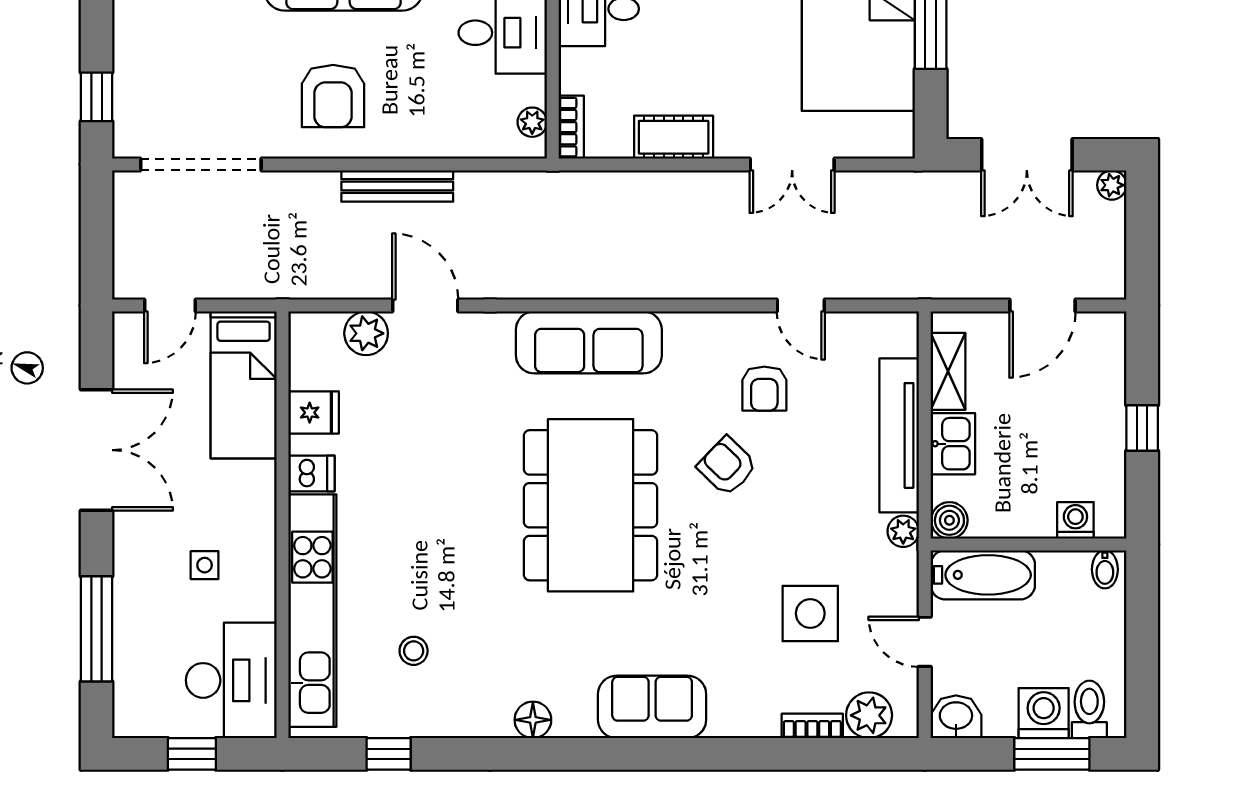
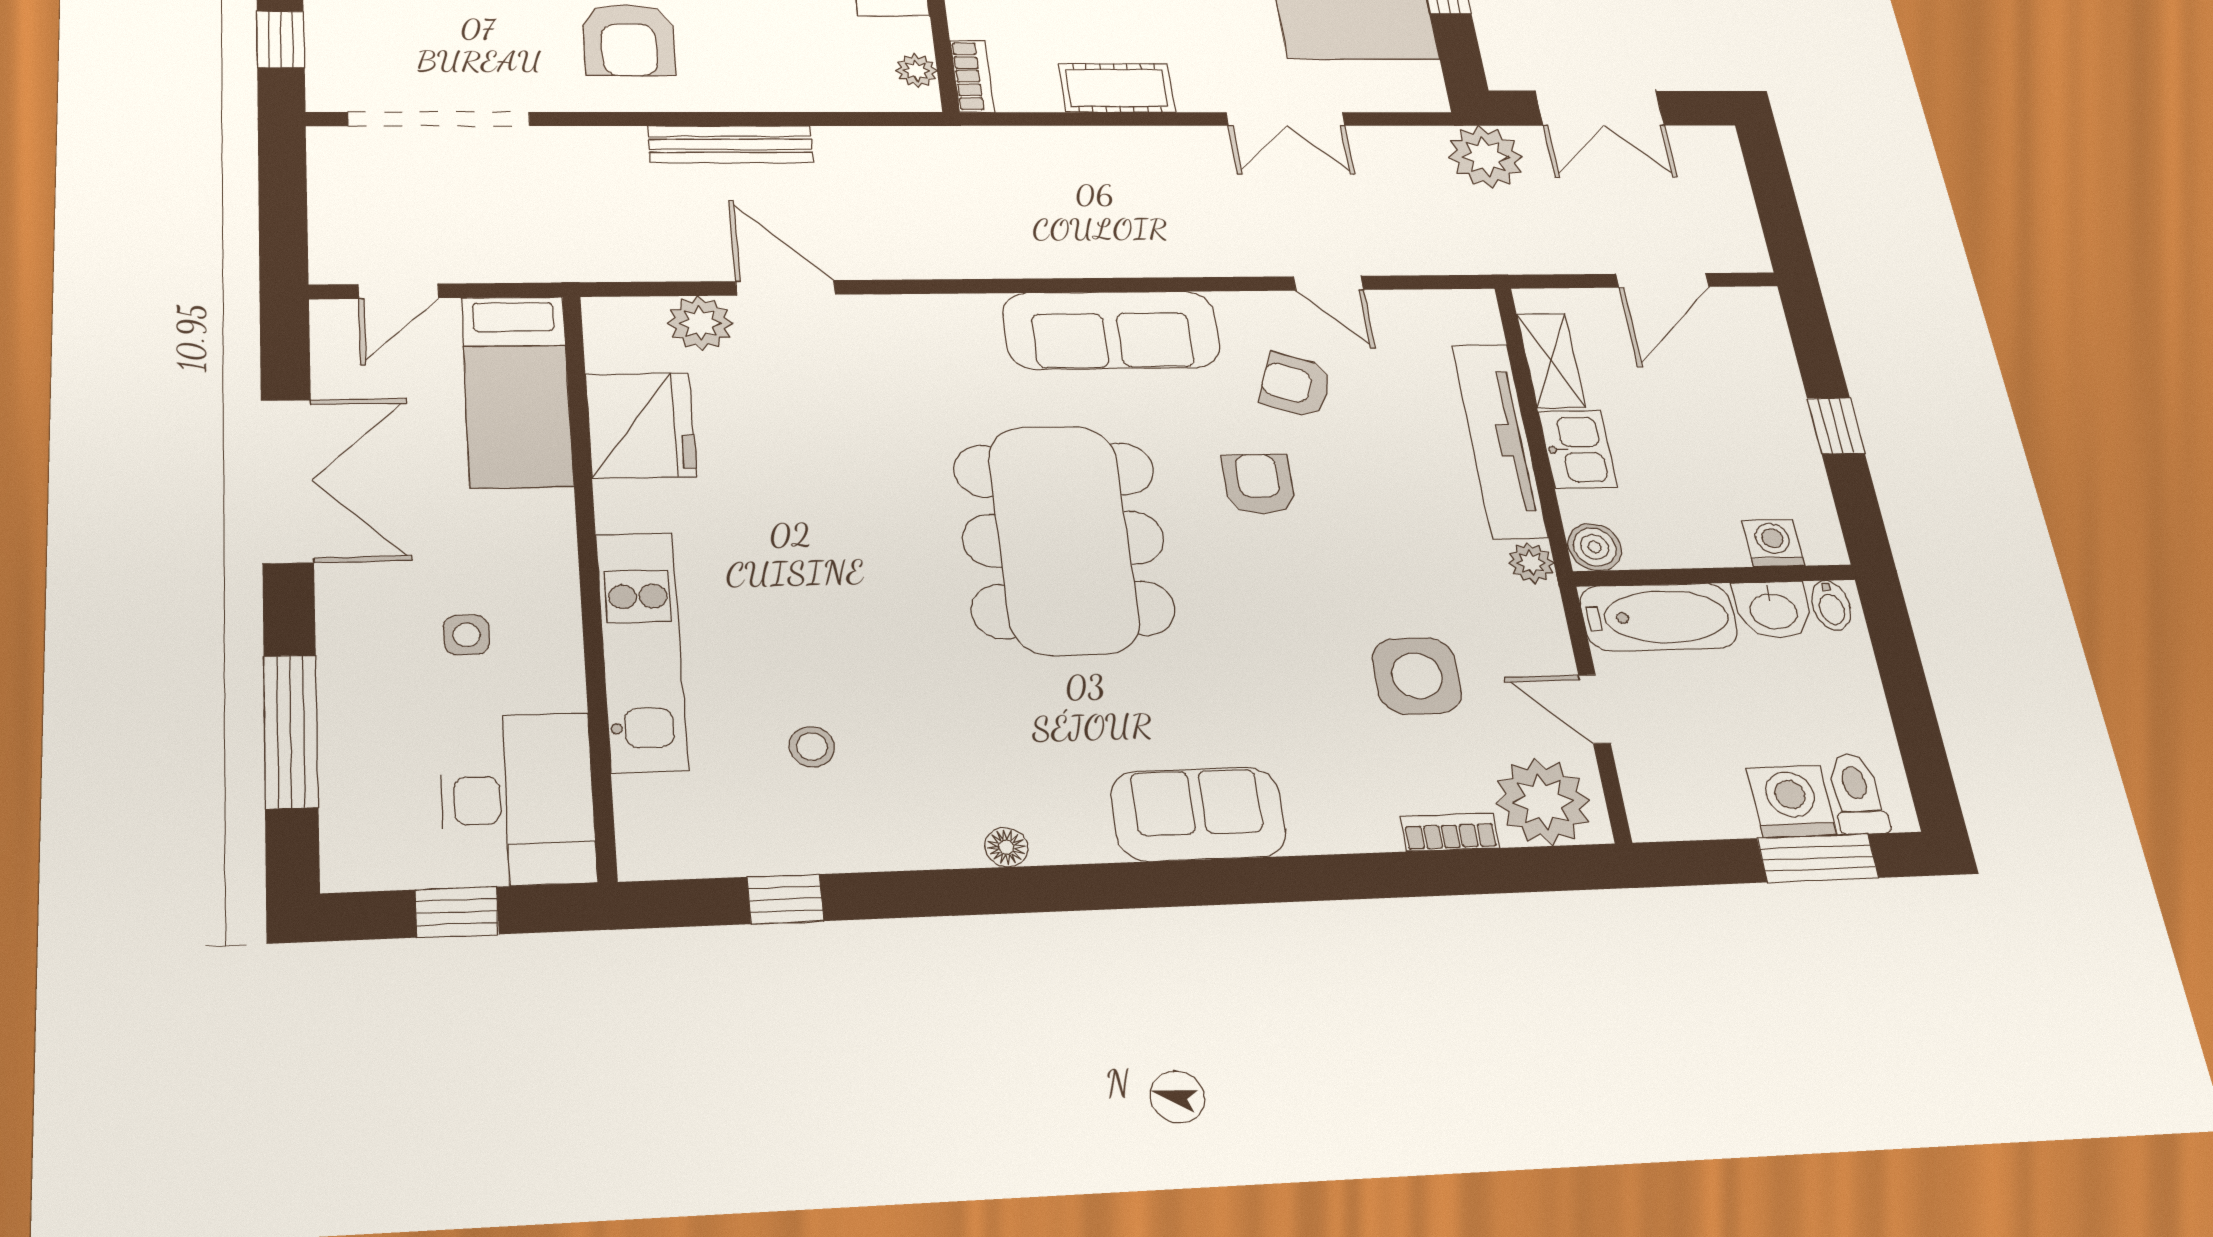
plant: (1112, 185) -> (1485, 157), moved, width x1.88, depth x1.88
sofa: (589, 342) -> (1111, 330), moved
armchair: (764, 389) -> (1295, 385), turned 110
fridge: (314, 413) -> (641, 425), width x1.88, depth x1.34
armchair: (727, 466) -> (1259, 484), turned 46
dishwasher: (311, 473) -> (630, 506), removed
kitchen unit: (312, 611) -> (642, 651), width x0.73
plant: (869, 715) -> (1543, 802), width x1.36, depth x1.36
washbasin: (956, 717) -> (1773, 610), moved, turned 180
floor lamp: (533, 720) -> (1006, 847), width x0.73, depth x0.73

